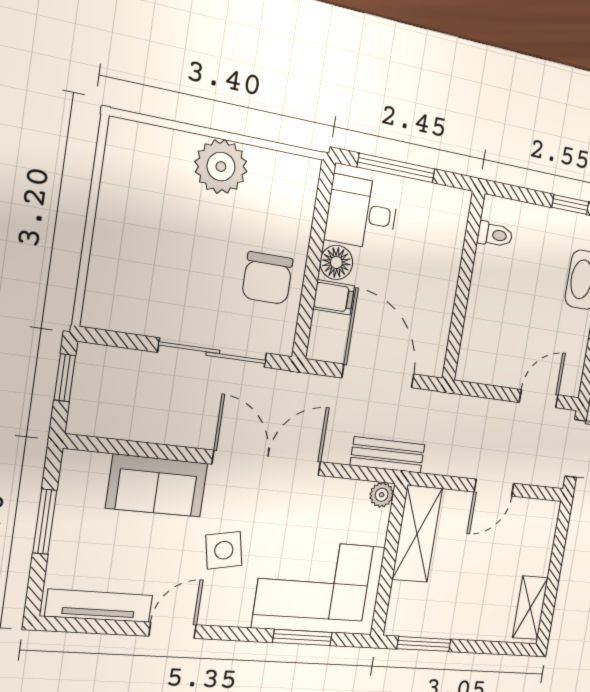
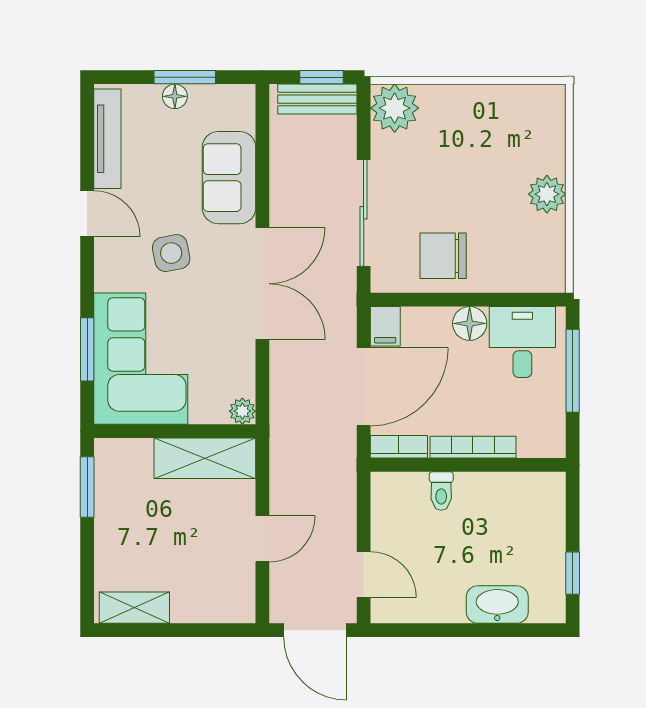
plant: (221, 167) -> (547, 194), width x0.73, depth x0.73
toilet: (495, 235) -> (441, 491), moved
bookcase: (449, 279) -> (473, 447), added
filing cabinet: (334, 297) -> (385, 326), moved
plant: (109, 305) -> (395, 108), added
bookcase: (437, 350) -> (399, 447), added
bench: (388, 455) -> (317, 99), moved, turned 90
door: (494, 488) -> (262, 539), swing flipped
floor lamp: (64, 534) -> (175, 96), added

